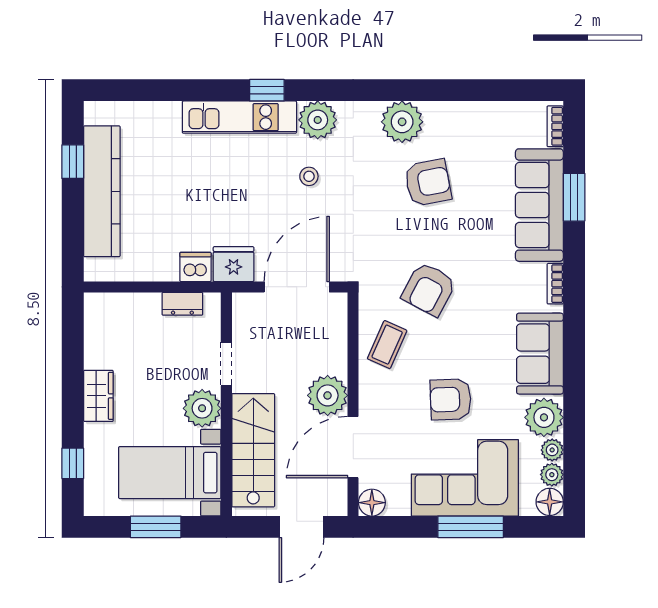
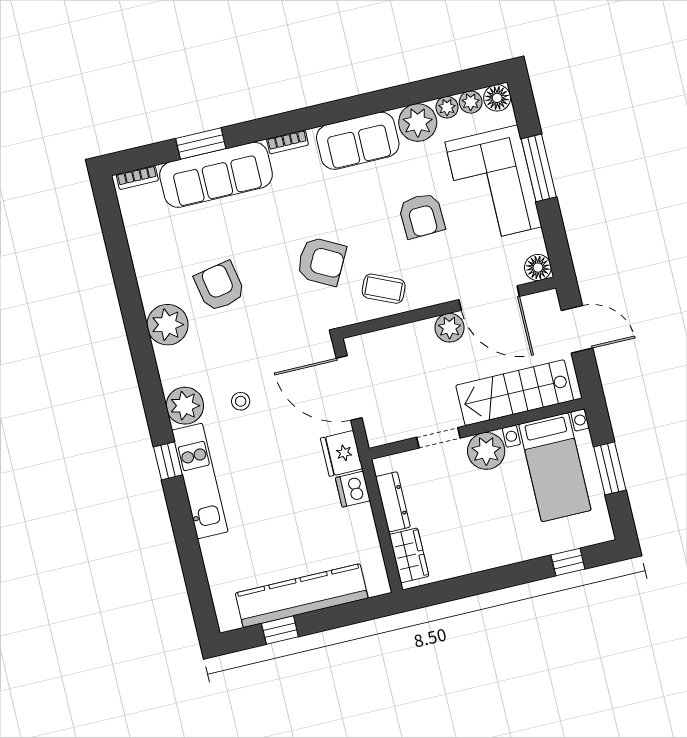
dresser: (182, 304) -> (393, 502), width x1.44
plant: (328, 395) -> (450, 328), width x0.73, depth x0.73
wardrobe: (98, 396) -> (409, 555), moved, turned 90

